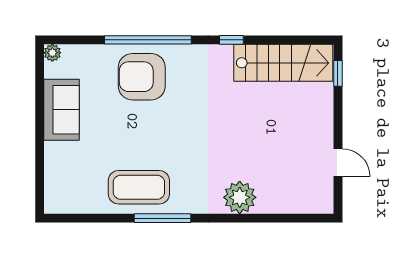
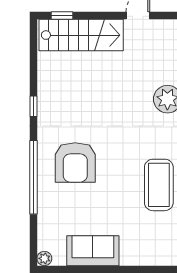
stairs: (283, 63) -> (81, 35), moved, turned 90
armchair: (142, 77) -> (75, 162), moved

